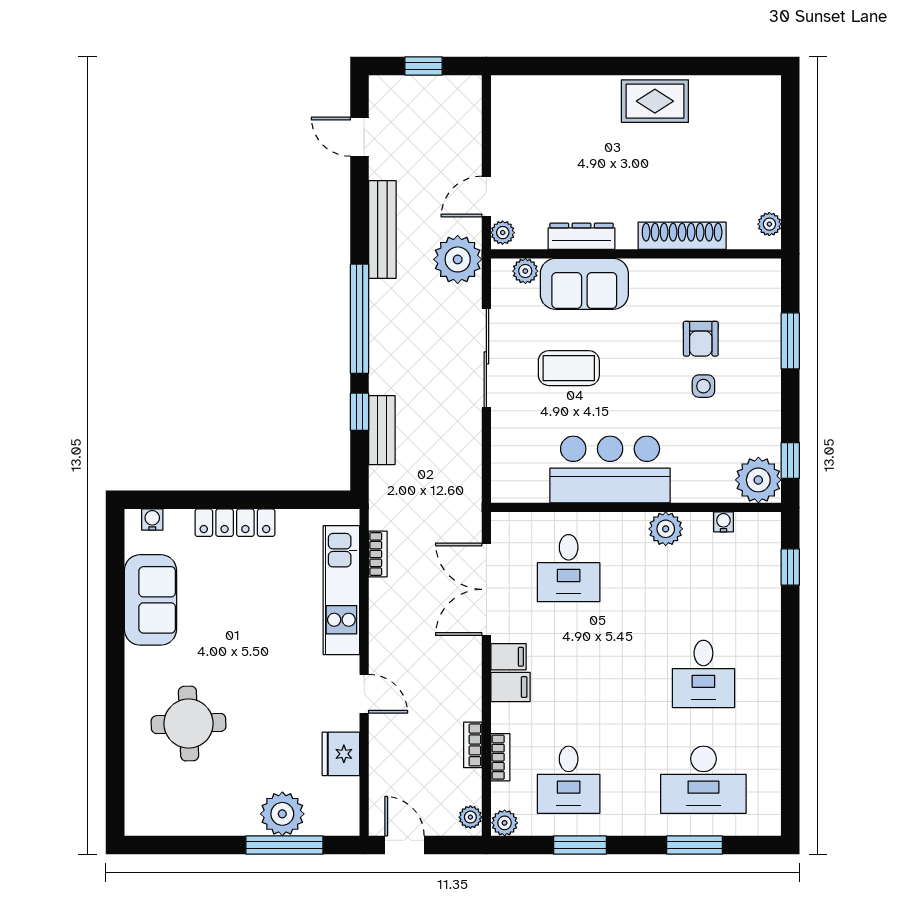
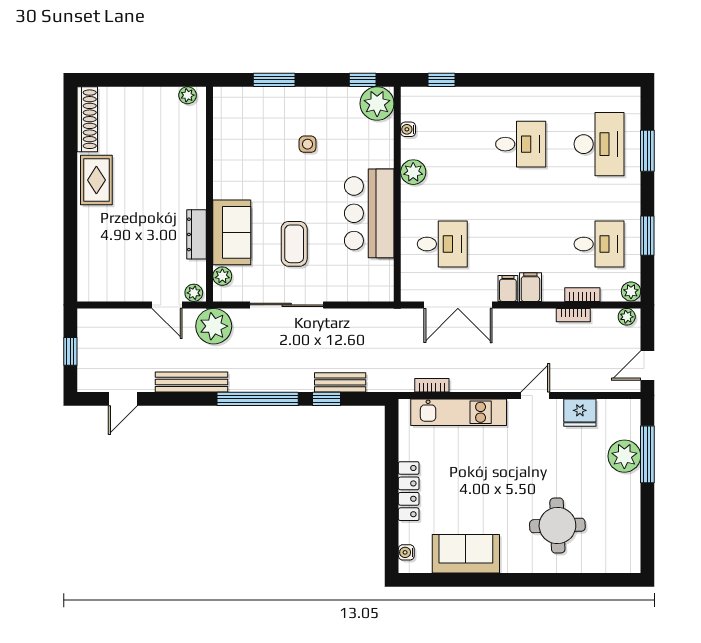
shoe rack: (682, 236) -> (87, 119), moved, turned 180
armchair: (701, 339) -> (272, 146), removed

